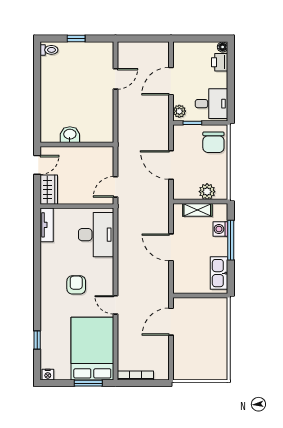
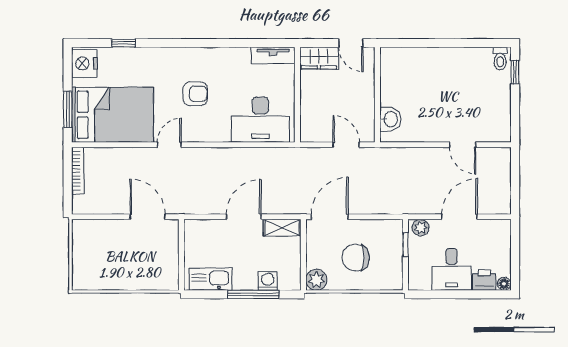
window: (76, 38) -> (515, 72), moved
door: (171, 81) -> (460, 217), hinge flipped
desk: (211, 104) -> (452, 269), moved
washbasin: (70, 135) -> (390, 119), moved
chair: (213, 142) -> (356, 258), moved
door: (171, 165) -> (330, 217), moved
door: (115, 187) -> (346, 145), moved
plant: (207, 192) -> (316, 280), moved
shelving: (197, 210) -> (282, 228), moved, turned 90
nightstand: (48, 375) -> (84, 63), width x1.89, depth x1.79

